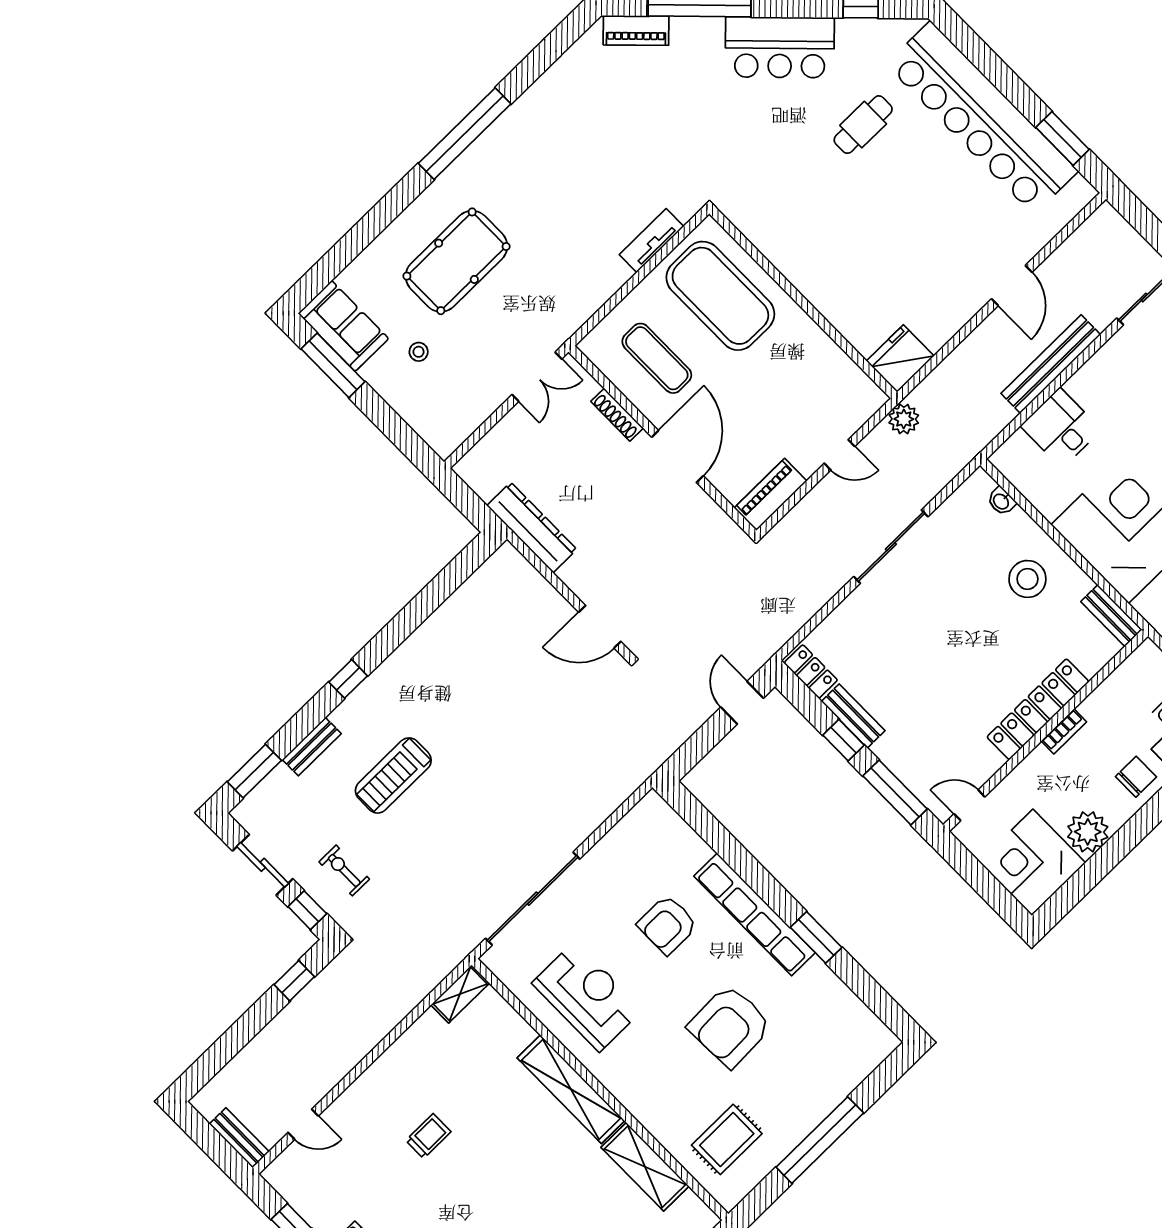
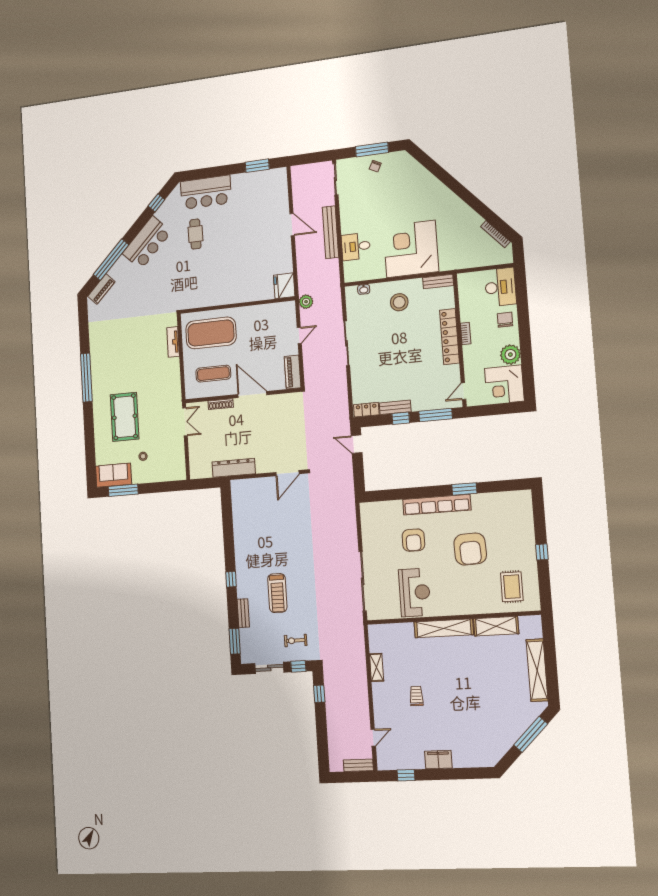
bar counter: (982, 118) -> (206, 192), width x0.54
shelving: (460, 994) -> (377, 667), moved
reception desk: (587, 996) -> (415, 592), turned 90
window: (820, 1140) -> (542, 552), width x0.32

